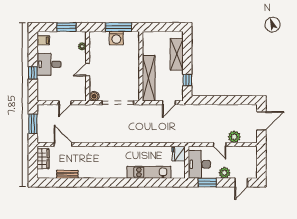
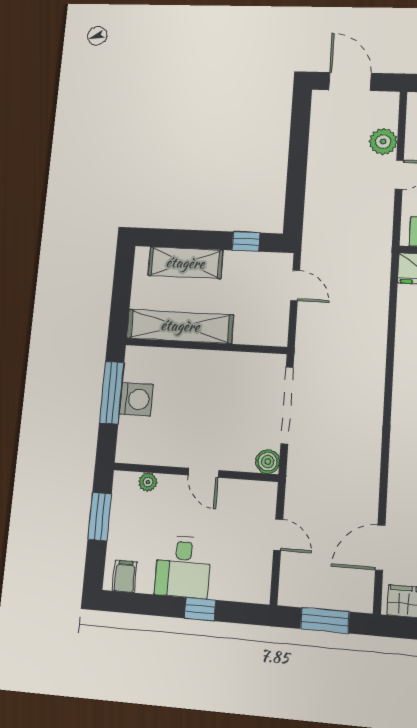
shelving: (149, 78) -> (180, 326), moved

